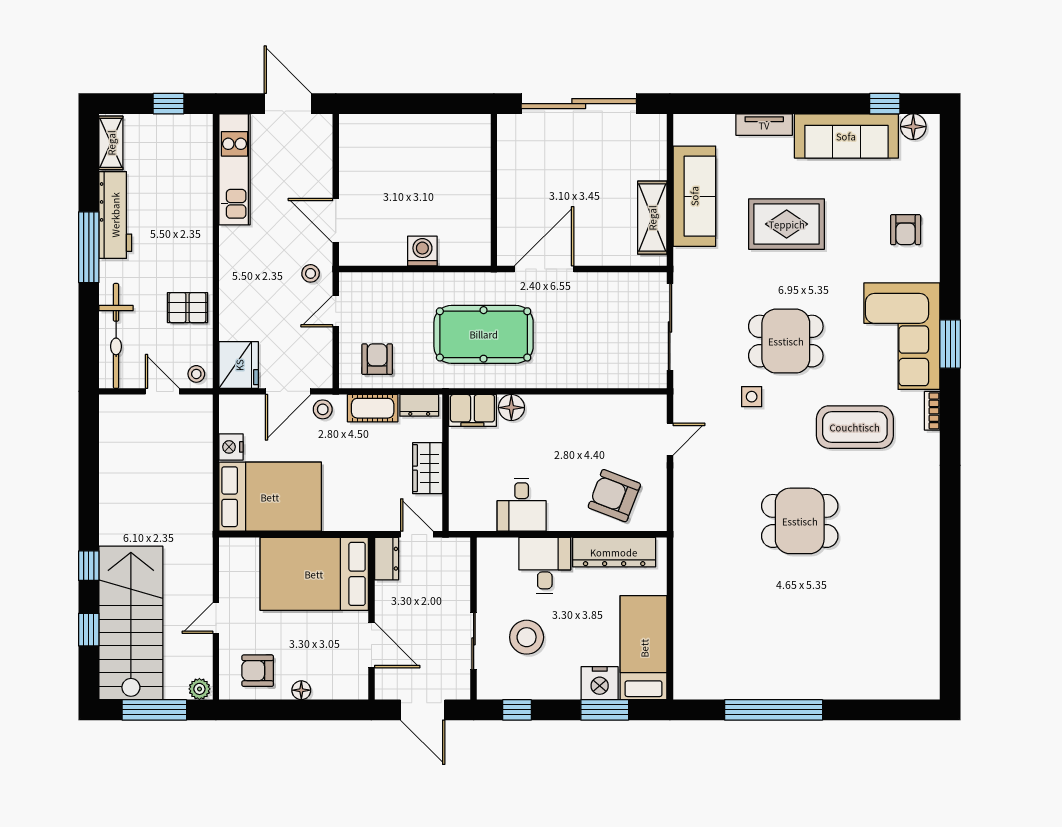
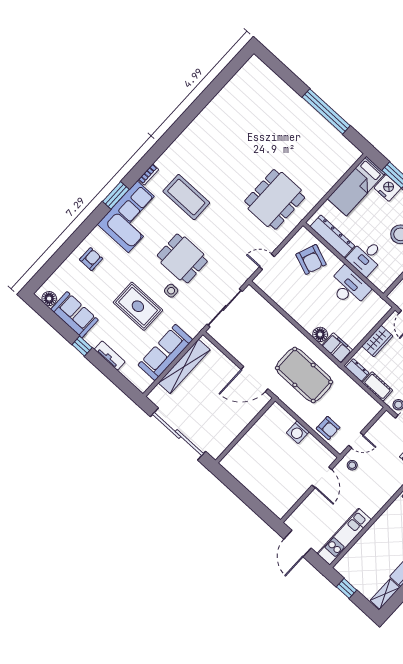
window: (885, 104) -> (82, 346), moved
sofa: (846, 136) -> (74, 315), width x0.73
shelving: (652, 218) -> (184, 366), width x1.47
armchair: (377, 359) -> (328, 428), moved, turned -90
side table: (752, 397) -> (171, 291), moved
desk: (522, 505) -> (349, 287), width x1.37
dining table: (800, 521) -> (275, 199), moved, width x1.38

